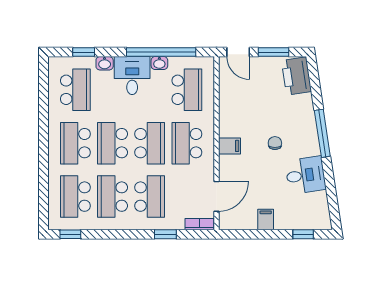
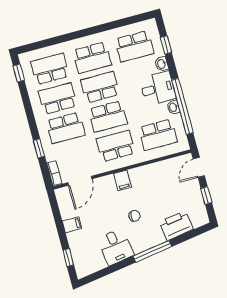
window: (274, 52) -> (206, 195), width x0.67
printer: (297, 76) -> (176, 226), moved
school desk: (75, 143) -> (92, 58), turned 180
door: (216, 196) -> (80, 181), hinge flipped

